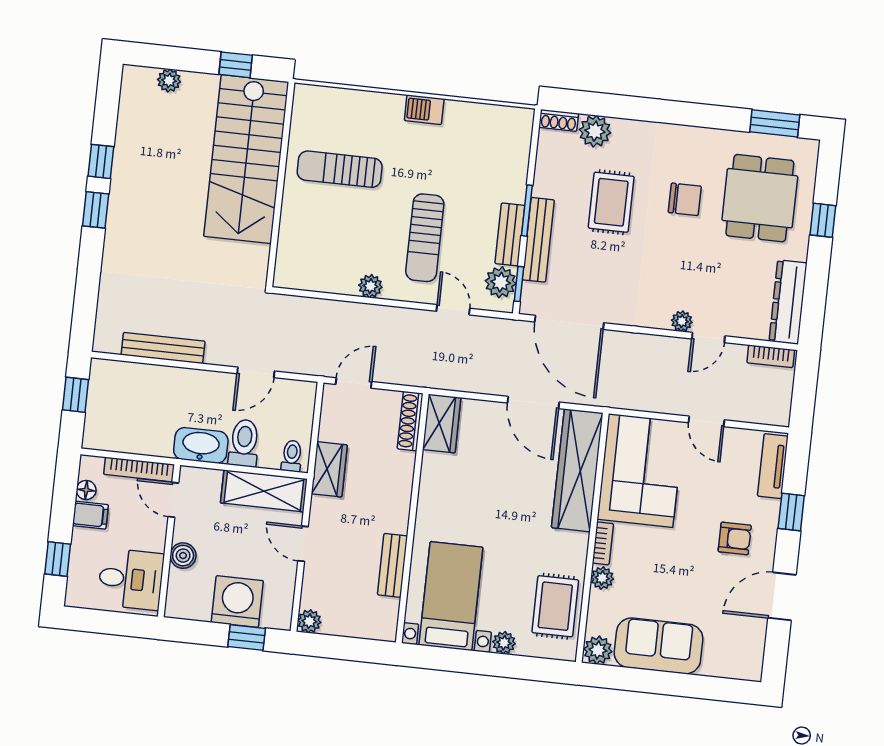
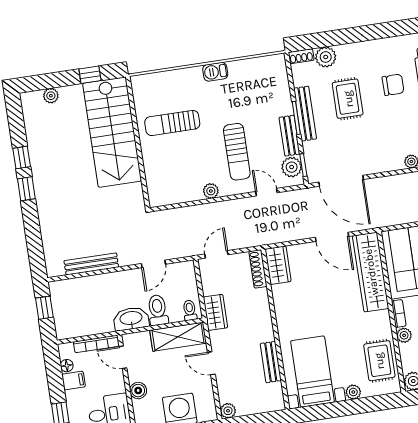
bench: (538, 240) -> (305, 114), moved

